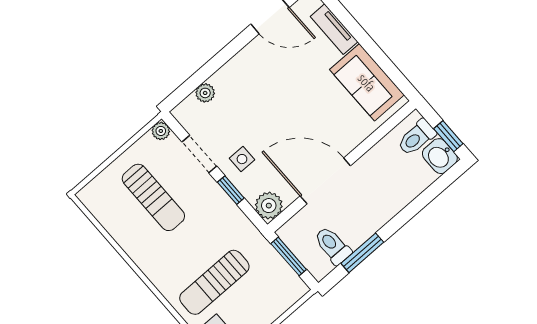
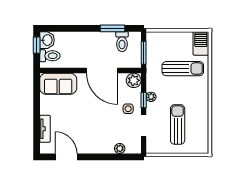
sofa: (367, 82) -> (58, 84), moved, turned 90
plant: (161, 131) -> (151, 97), moved

